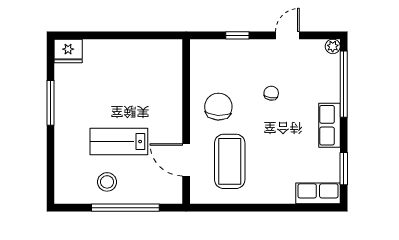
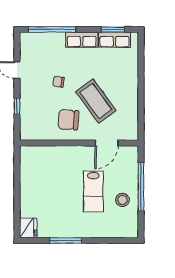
plant: (333, 46) -> (25, 37), removed
coffee table: (230, 161) -> (96, 101), moved, turned 54
row of seats: (318, 193) -> (115, 40), moved, turned -90

